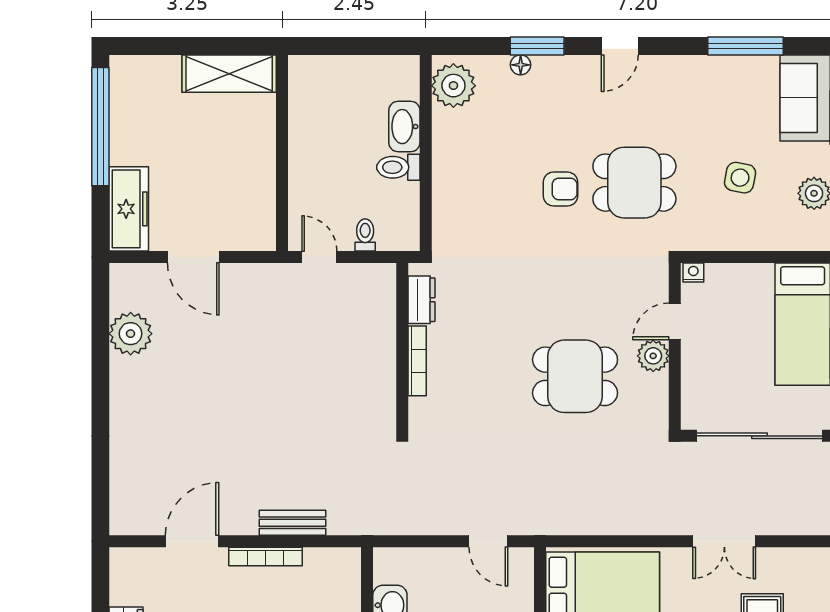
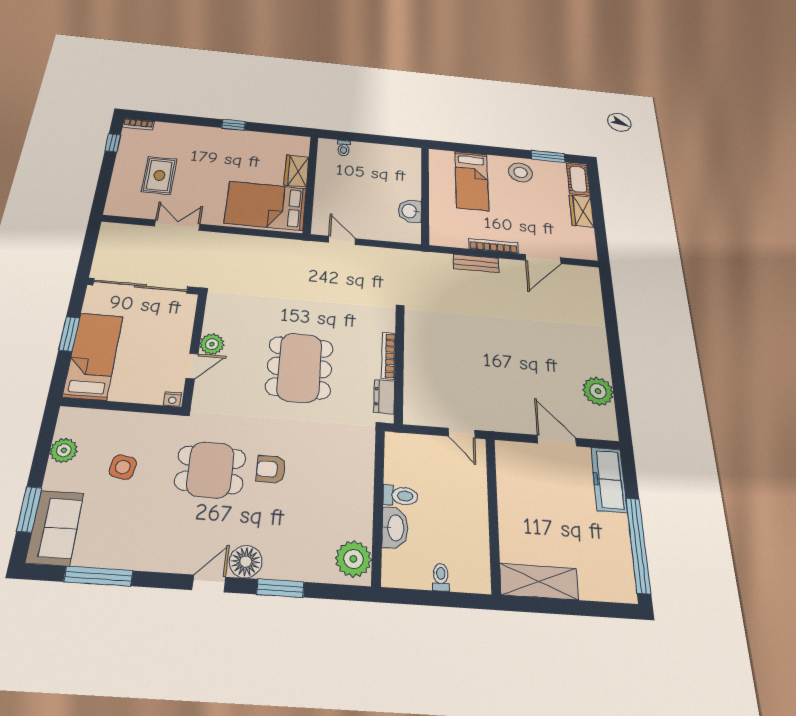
floor lamp: (521, 65) -> (246, 562), moved, width x1.89, depth x1.89
toilet: (365, 235) -> (441, 577), moved, turned 180
dining table: (575, 376) -> (300, 367), moved, width x1.38

